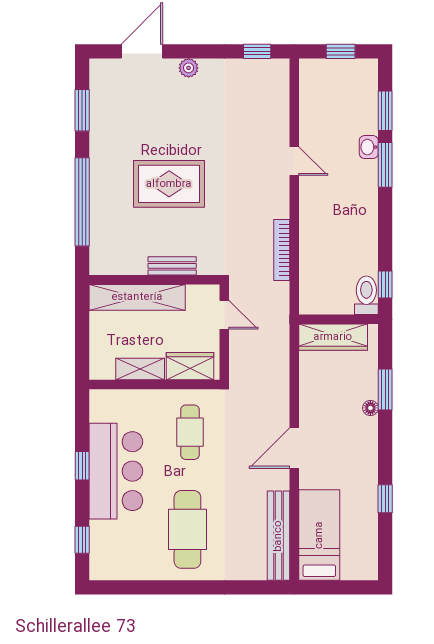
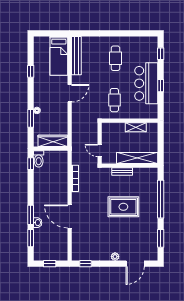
door: (294, 161) -> (70, 217), width x1.87
wardrobe: (190, 366) -> (114, 128), removed
cafe table: (187, 529) -> (115, 58), width x0.73, depth x0.74

